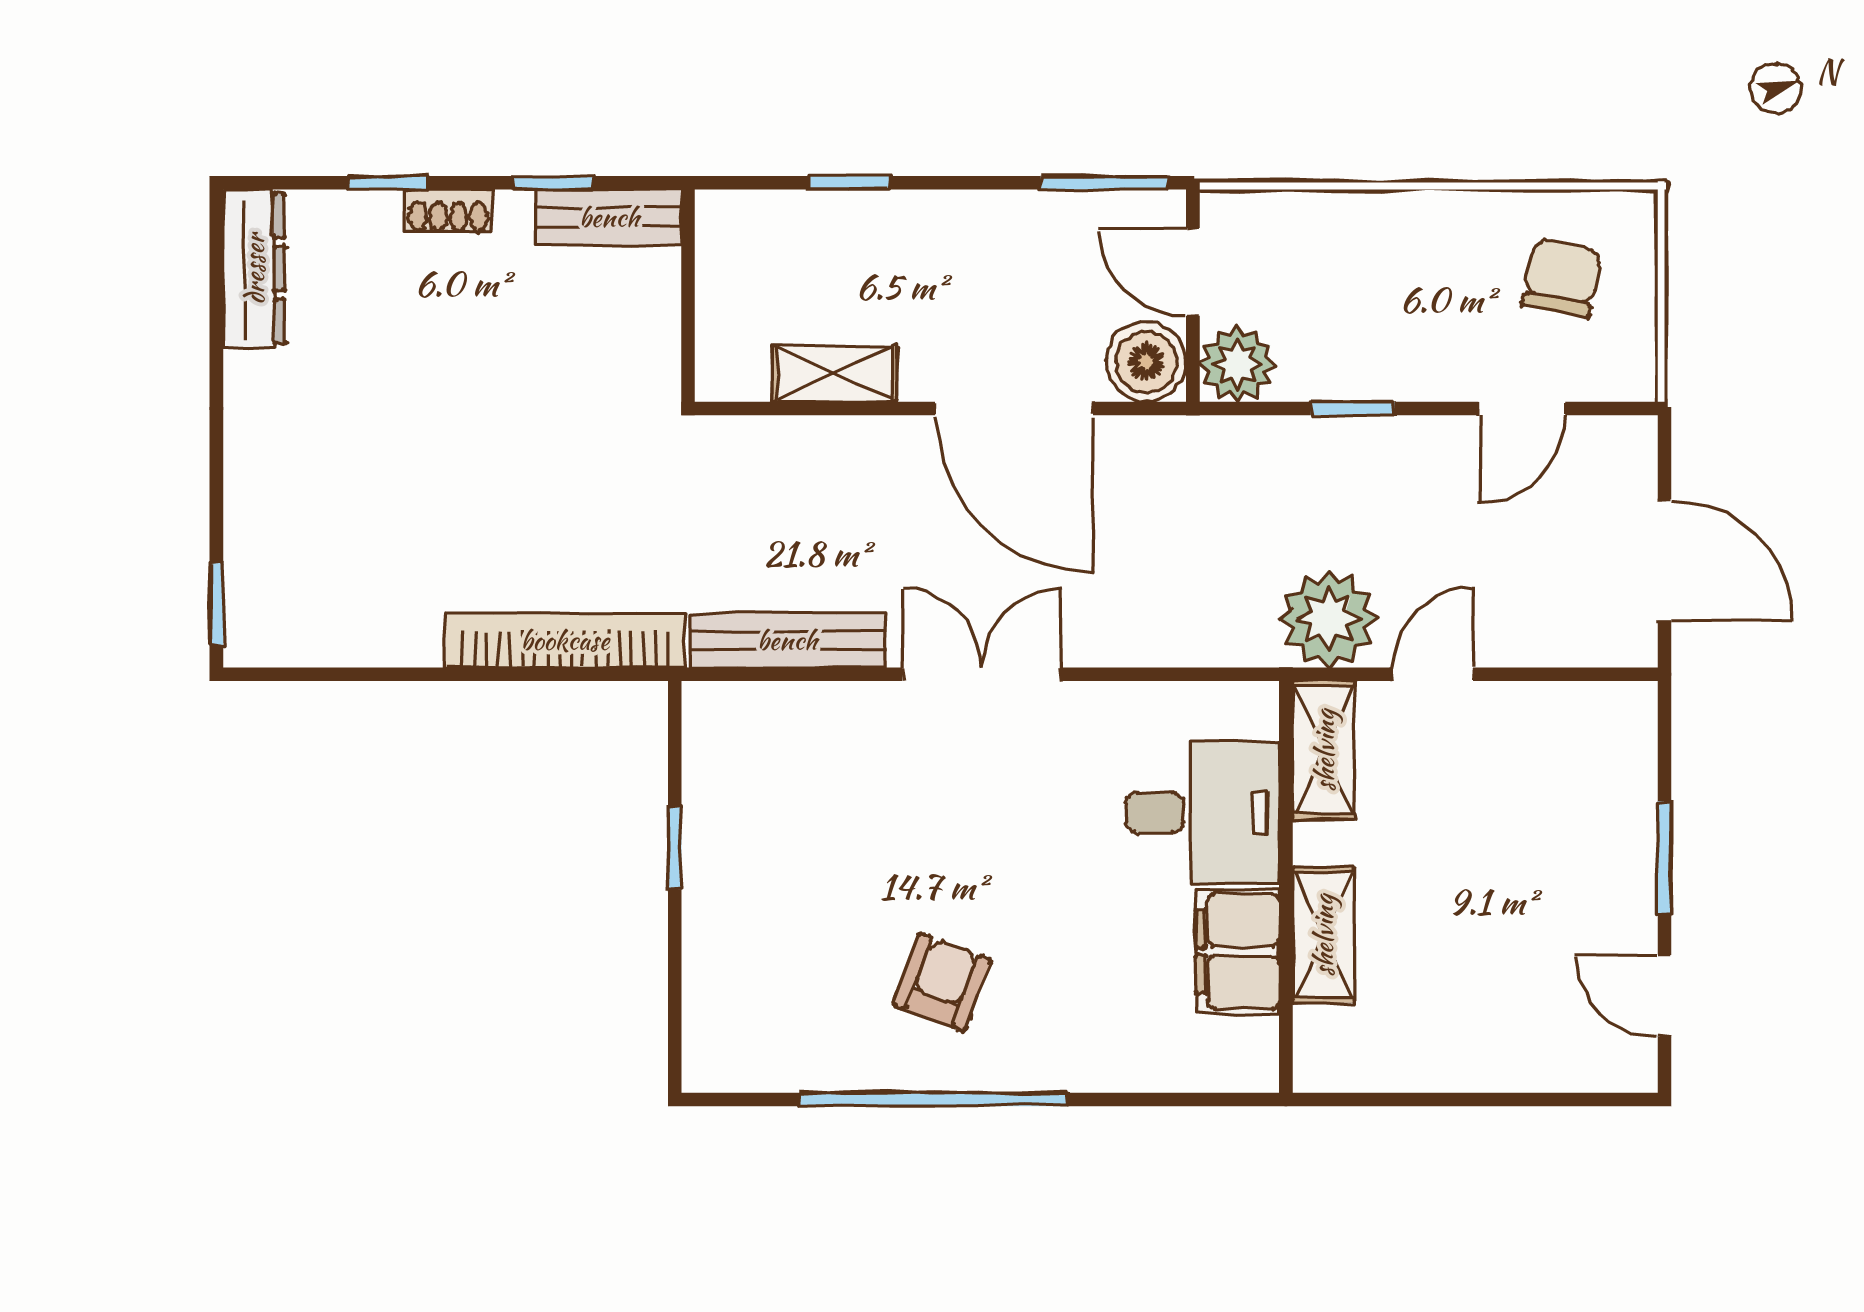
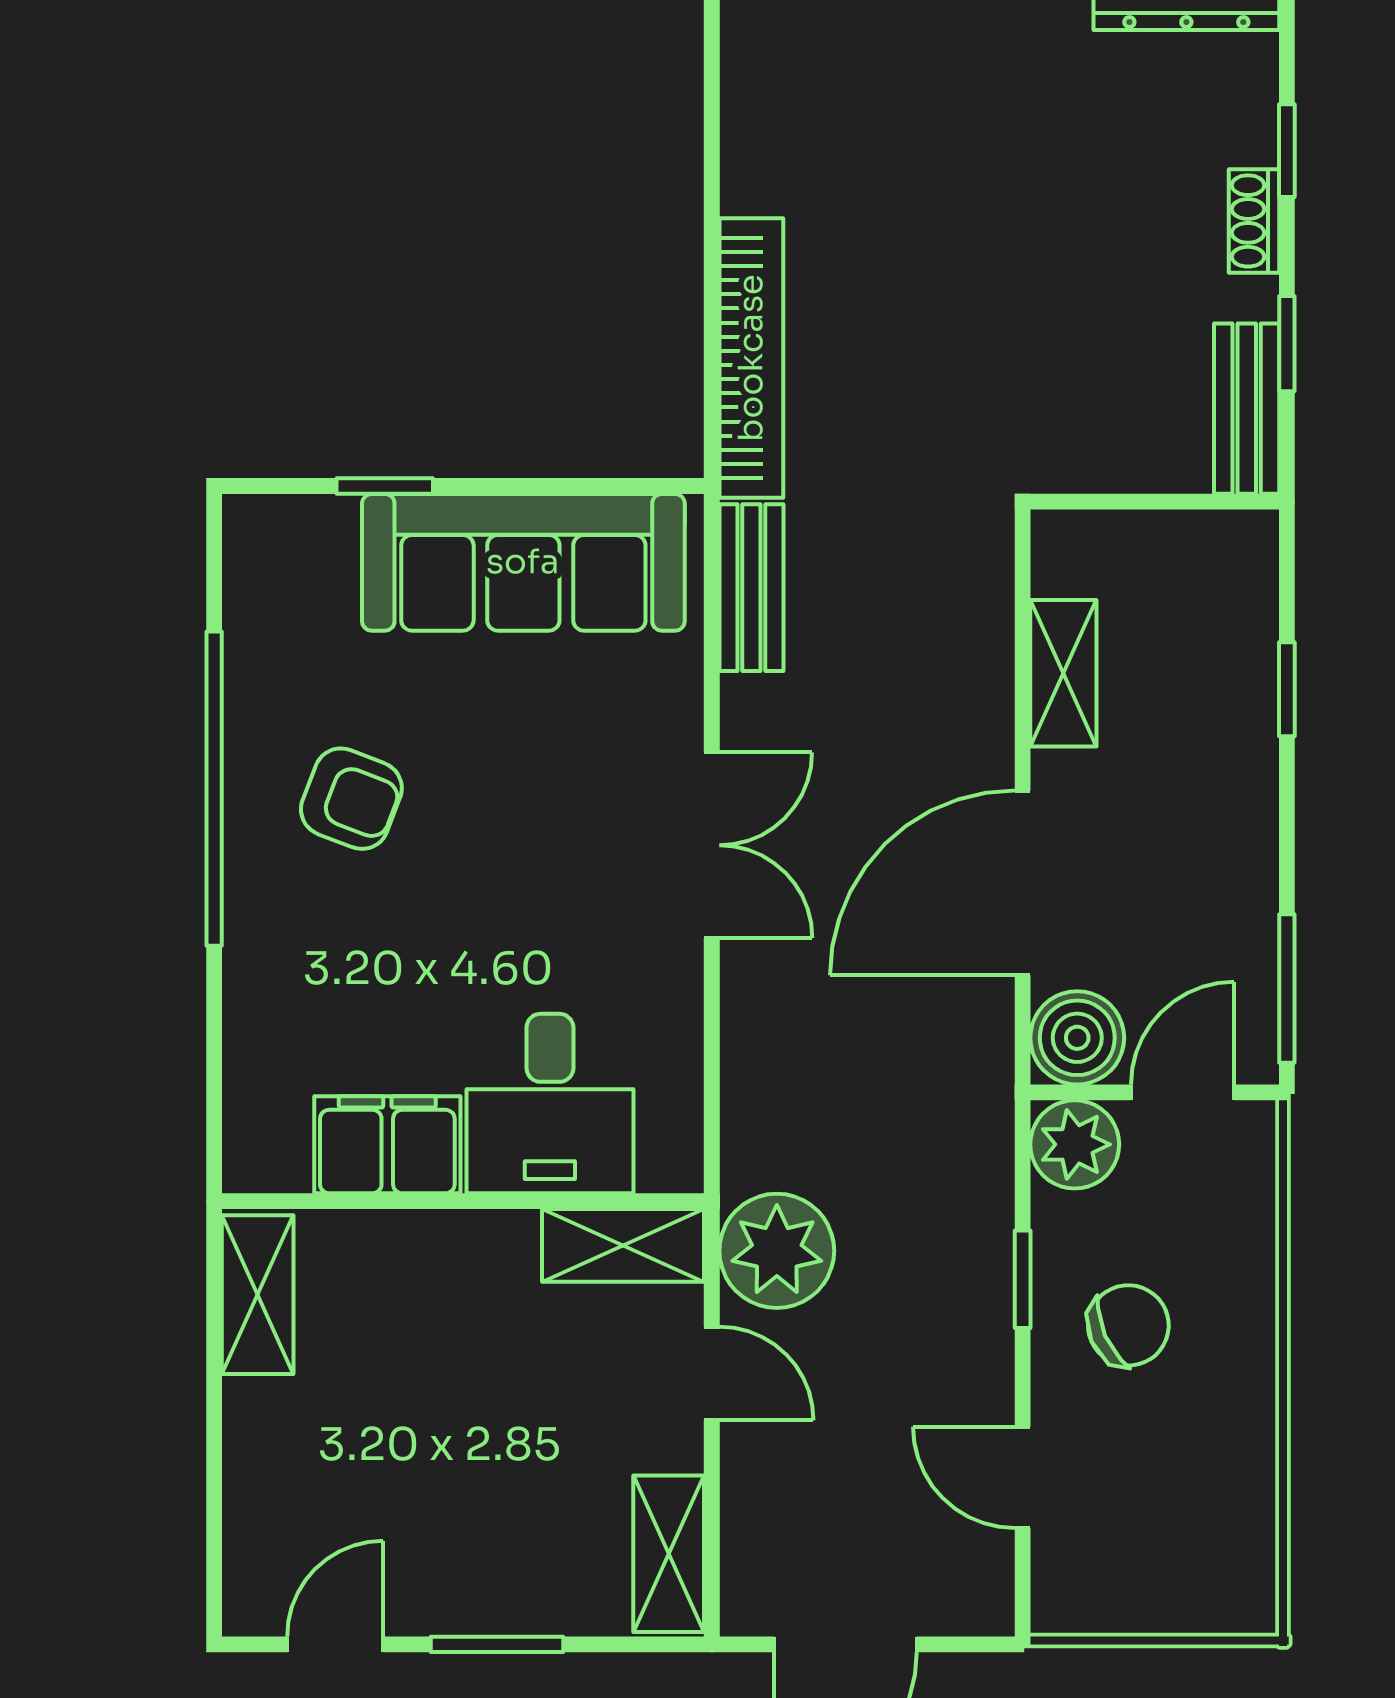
chair: (1562, 278) -> (1128, 1325), moved, turned -35
bench: (787, 640) -> (751, 588), width x0.73
shelving: (1587, 711) -> (669, 1554), added
sofa: (740, 835) -> (523, 562), added
window: (675, 848) -> (385, 486), moved
shelving: (1323, 935) -> (258, 1295), moved, turned 90

